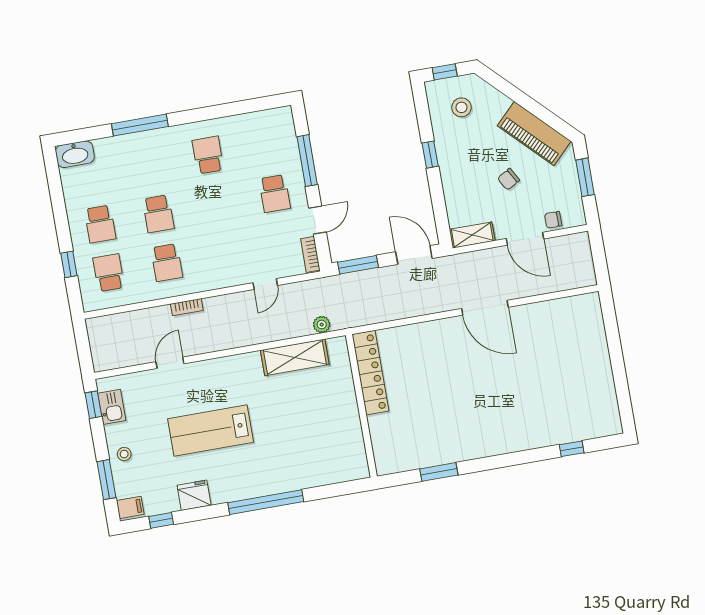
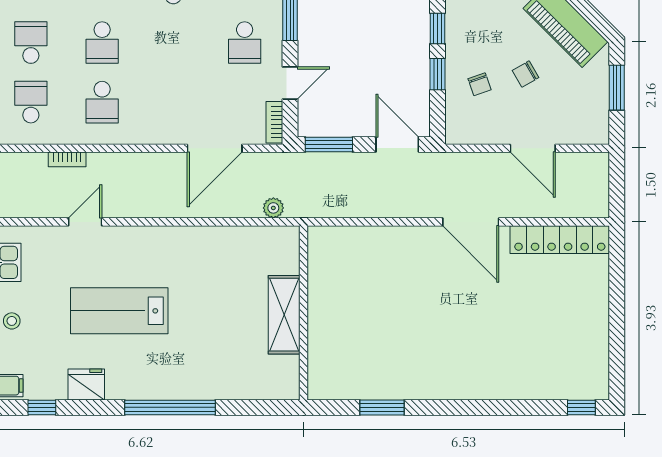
window: (437, 192) -> (437, 74), added
chair: (553, 220) -> (479, 84), moved, turned -109
school desk: (100, 224) -> (31, 43), turned 180
shelving: (472, 235) -> (471, 133), removed
door: (265, 284) -> (215, 148), width x1.88
bookcase: (187, 307) -> (67, 159), moved
shelving: (295, 357) -> (284, 315), moved, turned 90
locker: (370, 373) -> (560, 240), moved, turned 90
window: (572, 449) -> (581, 407), moved

